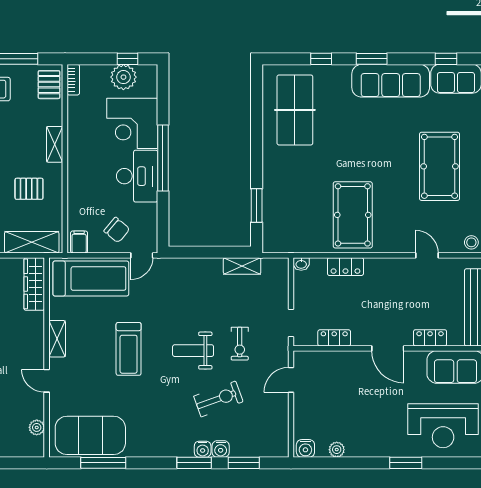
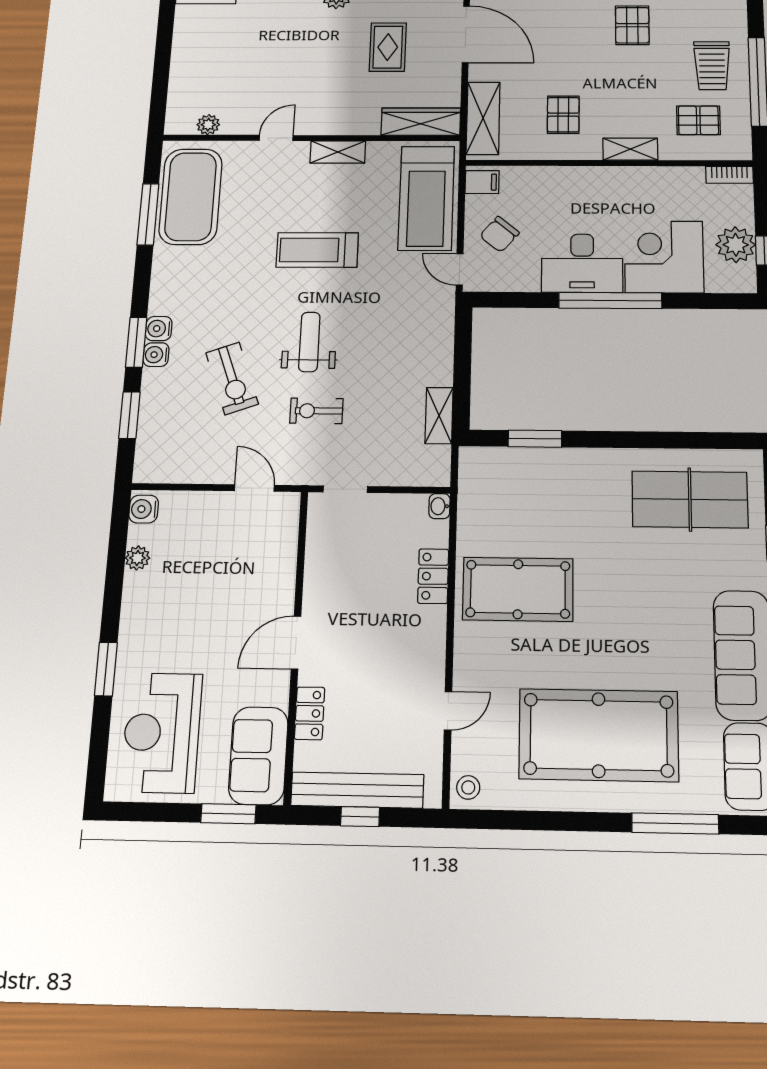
pallet: (49, 85) -> (698, 120), moved
pool table: (440, 166) -> (599, 735), width x1.36, depth x1.32
locker: (334, 338) -> (318, 557), removed
water cooler: (221, 449) -> (159, 329), moved

